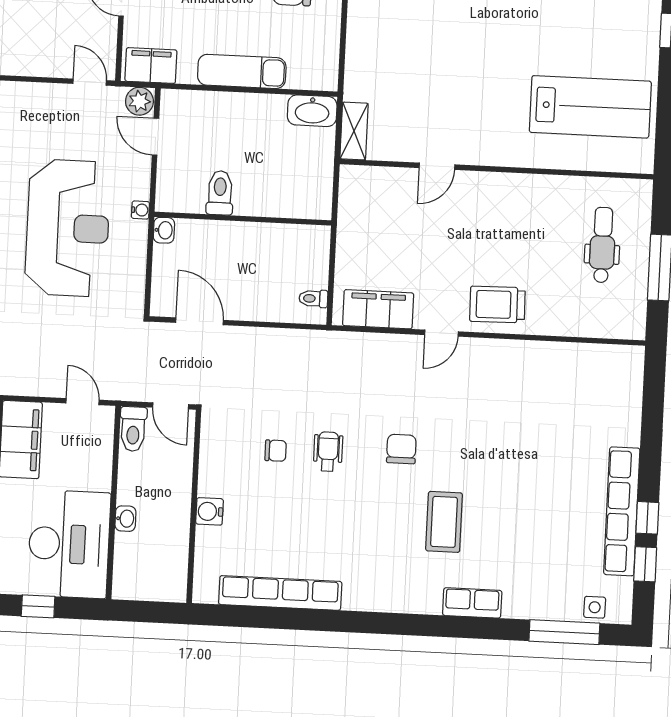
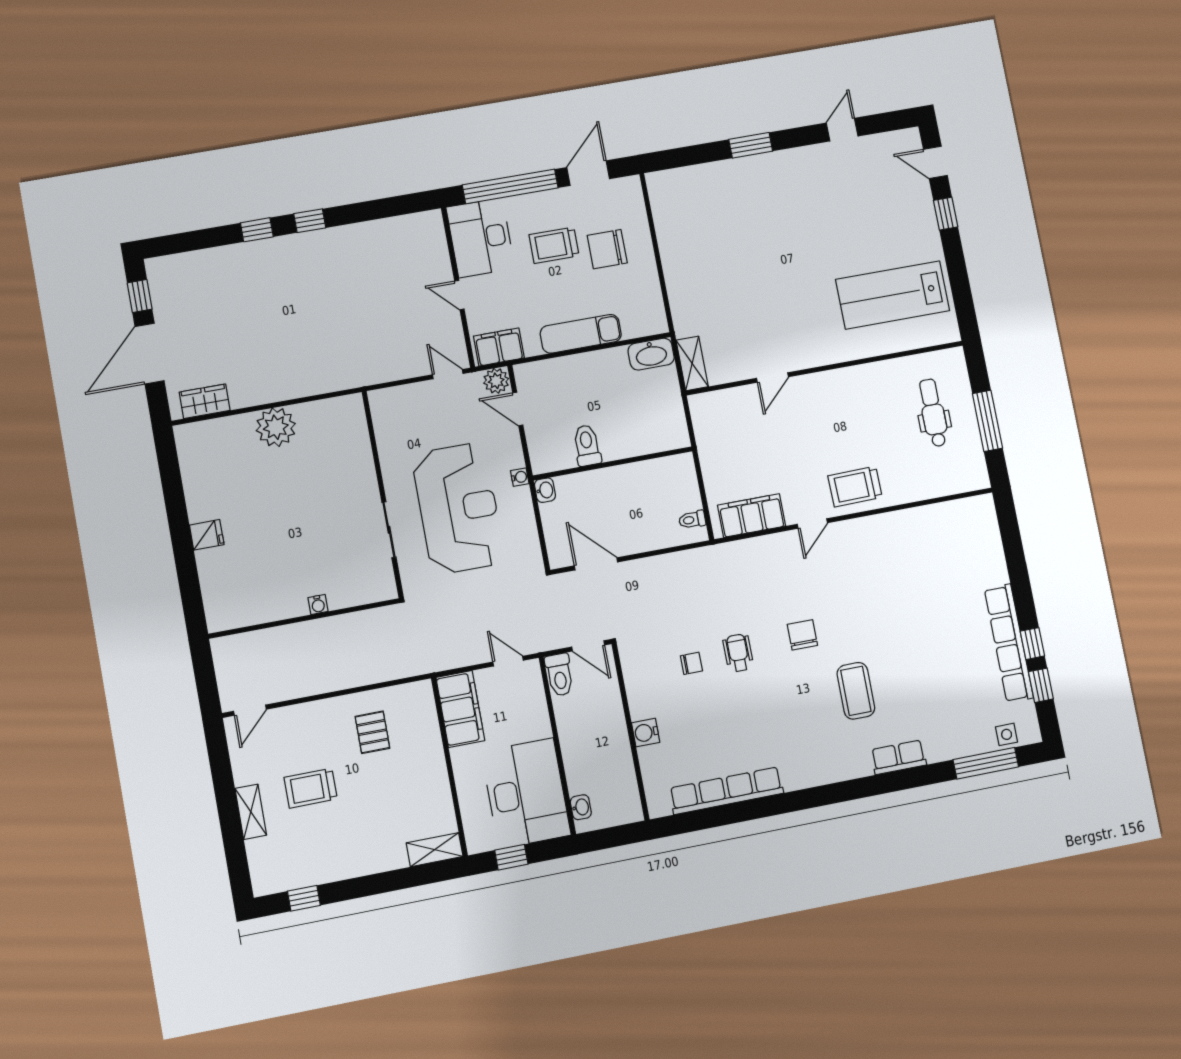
lab bench: (590, 107) -> (893, 295), turned 180
washbasin: (125, 519) -> (581, 807), moved

